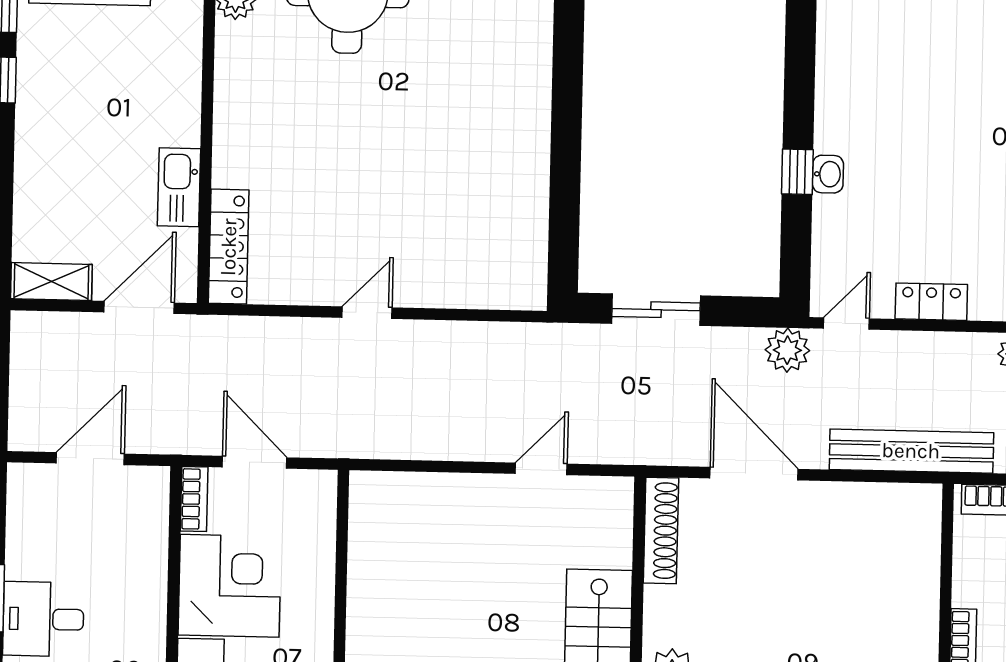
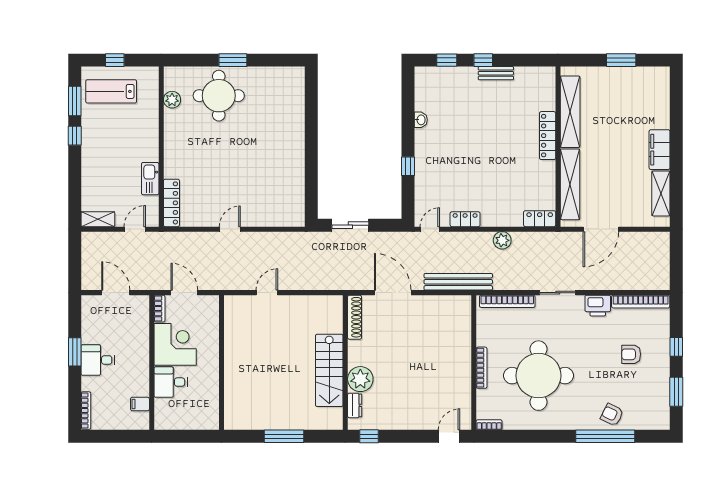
washbasin: (828, 174) -> (421, 120), moved
door: (139, 307) -> (135, 229), width x0.73
plant: (787, 350) -> (405, 241), removed
door: (90, 459) -> (116, 293), hinge flipped
door: (541, 469) -> (267, 293), moved

